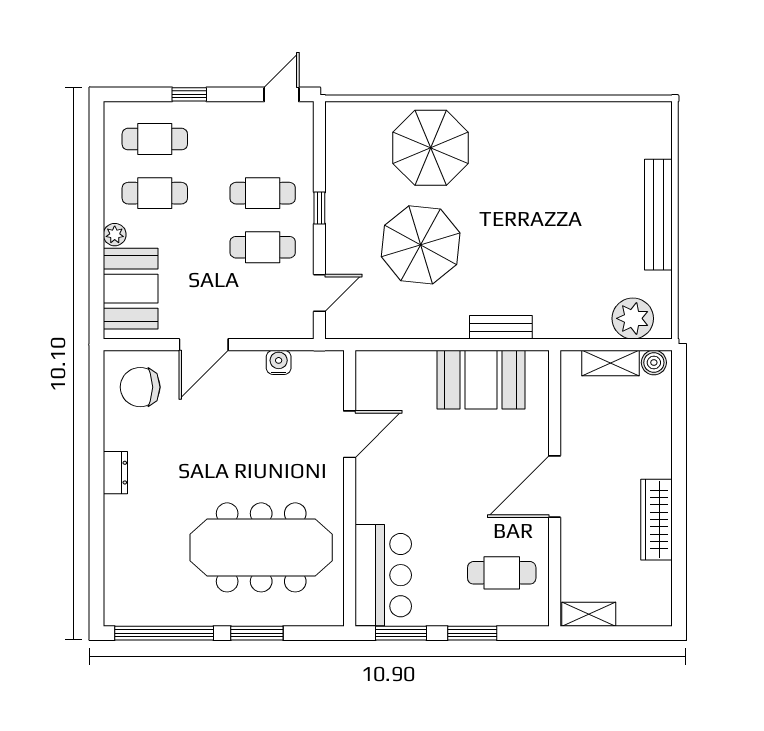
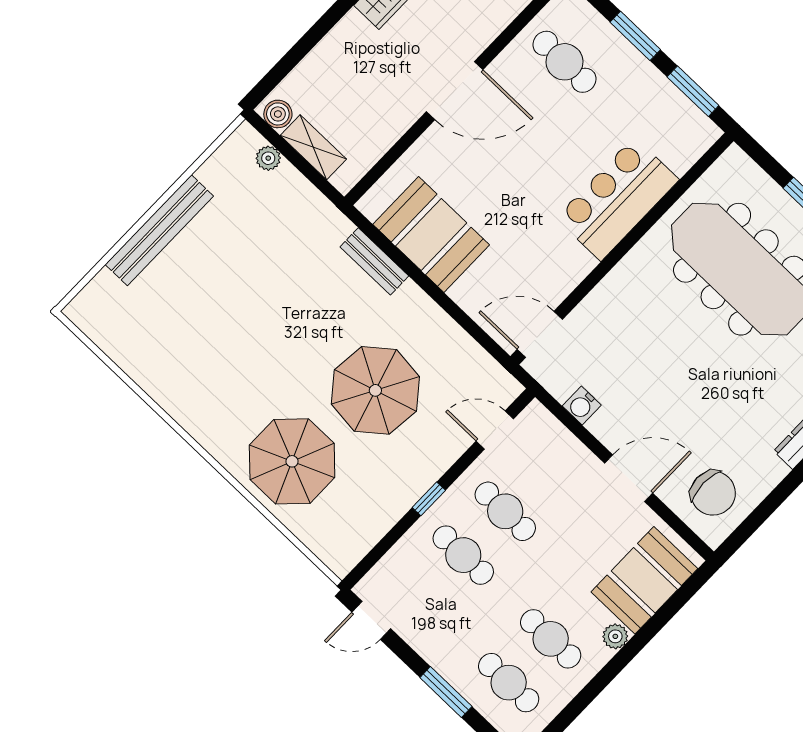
window: (189, 94) -> (446, 692), width x1.50
plant: (633, 318) -> (268, 158), width x0.53, depth x0.53
door: (350, 434) -> (540, 334), moved
bar counter: (383, 575) -> (617, 199), moved

